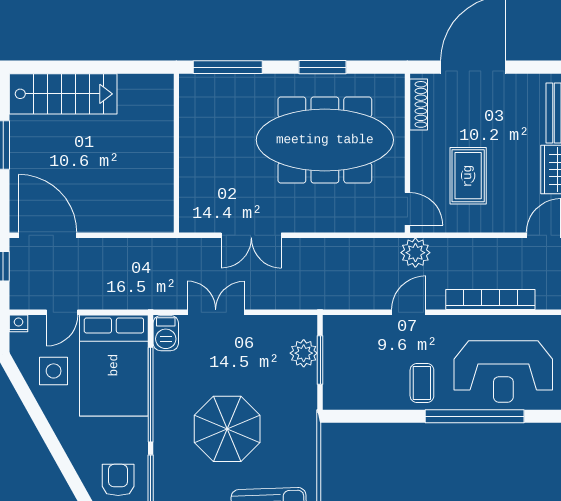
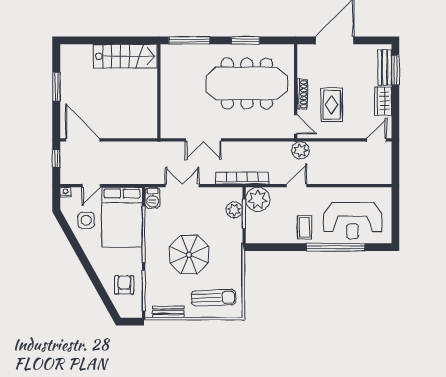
stairs: (63, 94) -> (126, 56), moved
shoe rack: (419, 104) -> (302, 94), moved
bookcase: (490, 300) -> (242, 178), moved
plant: (343, 335) -> (258, 199), added

